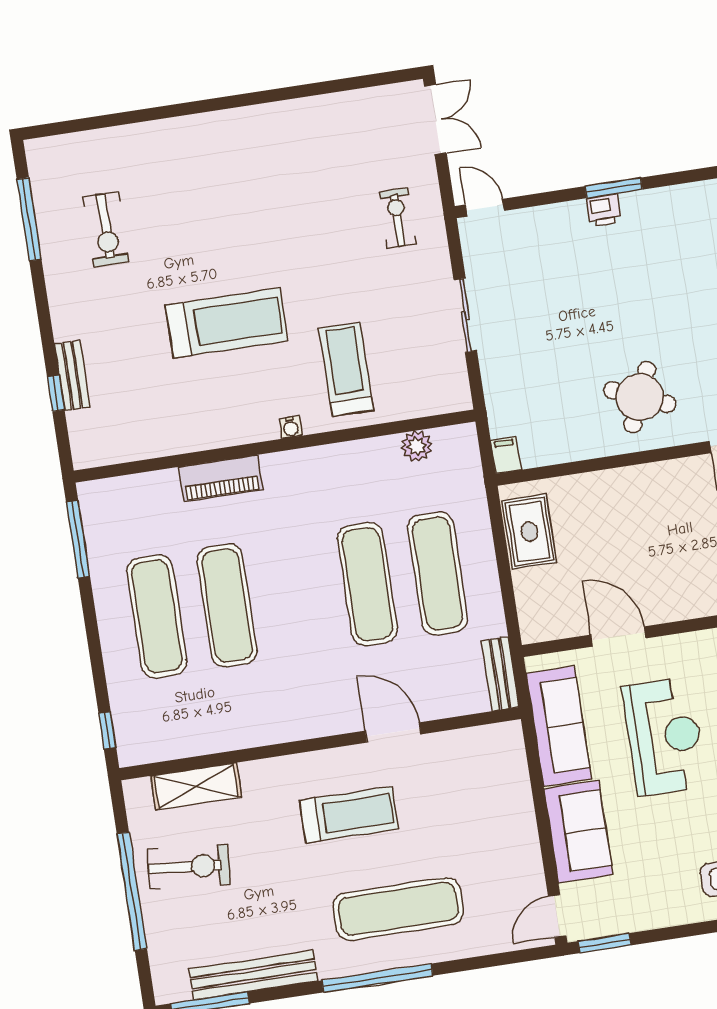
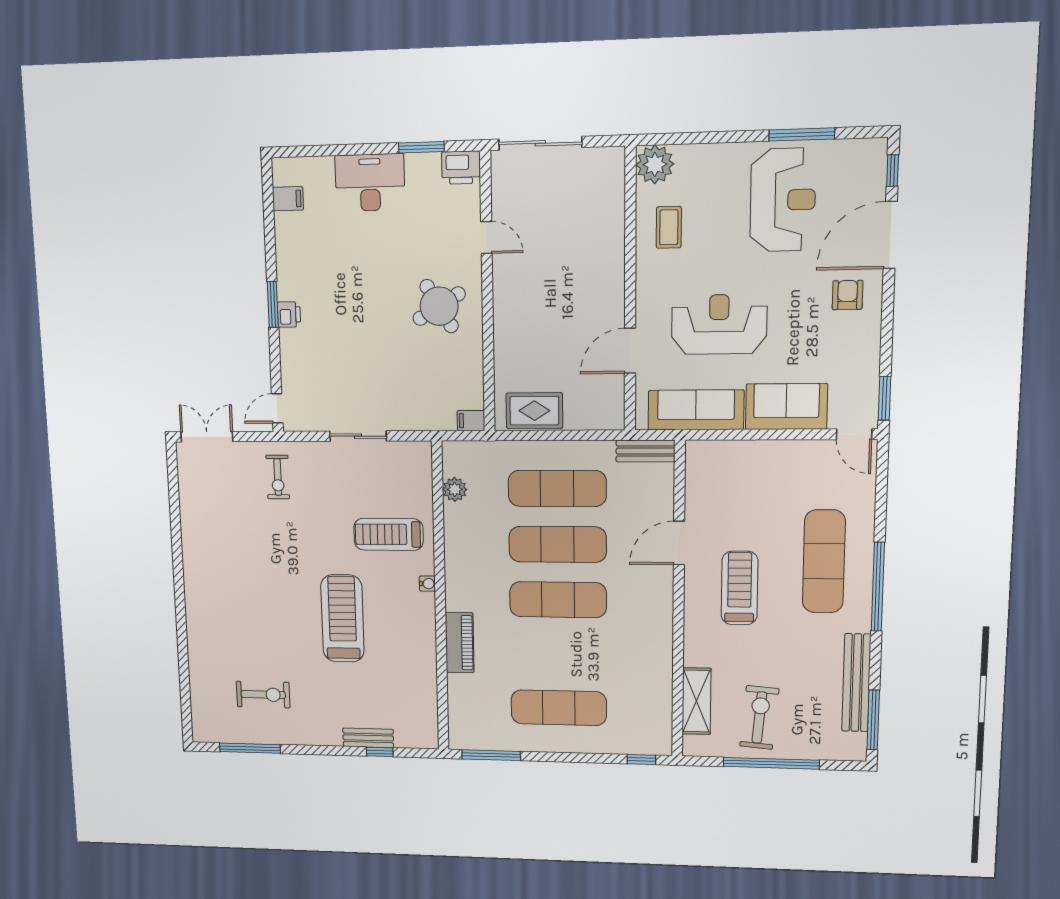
exercise bike: (398, 218) -> (278, 477), turned -90
round table: (640, 397) -> (439, 306), turned 36
exercise mat: (227, 606) -> (558, 600), moved

